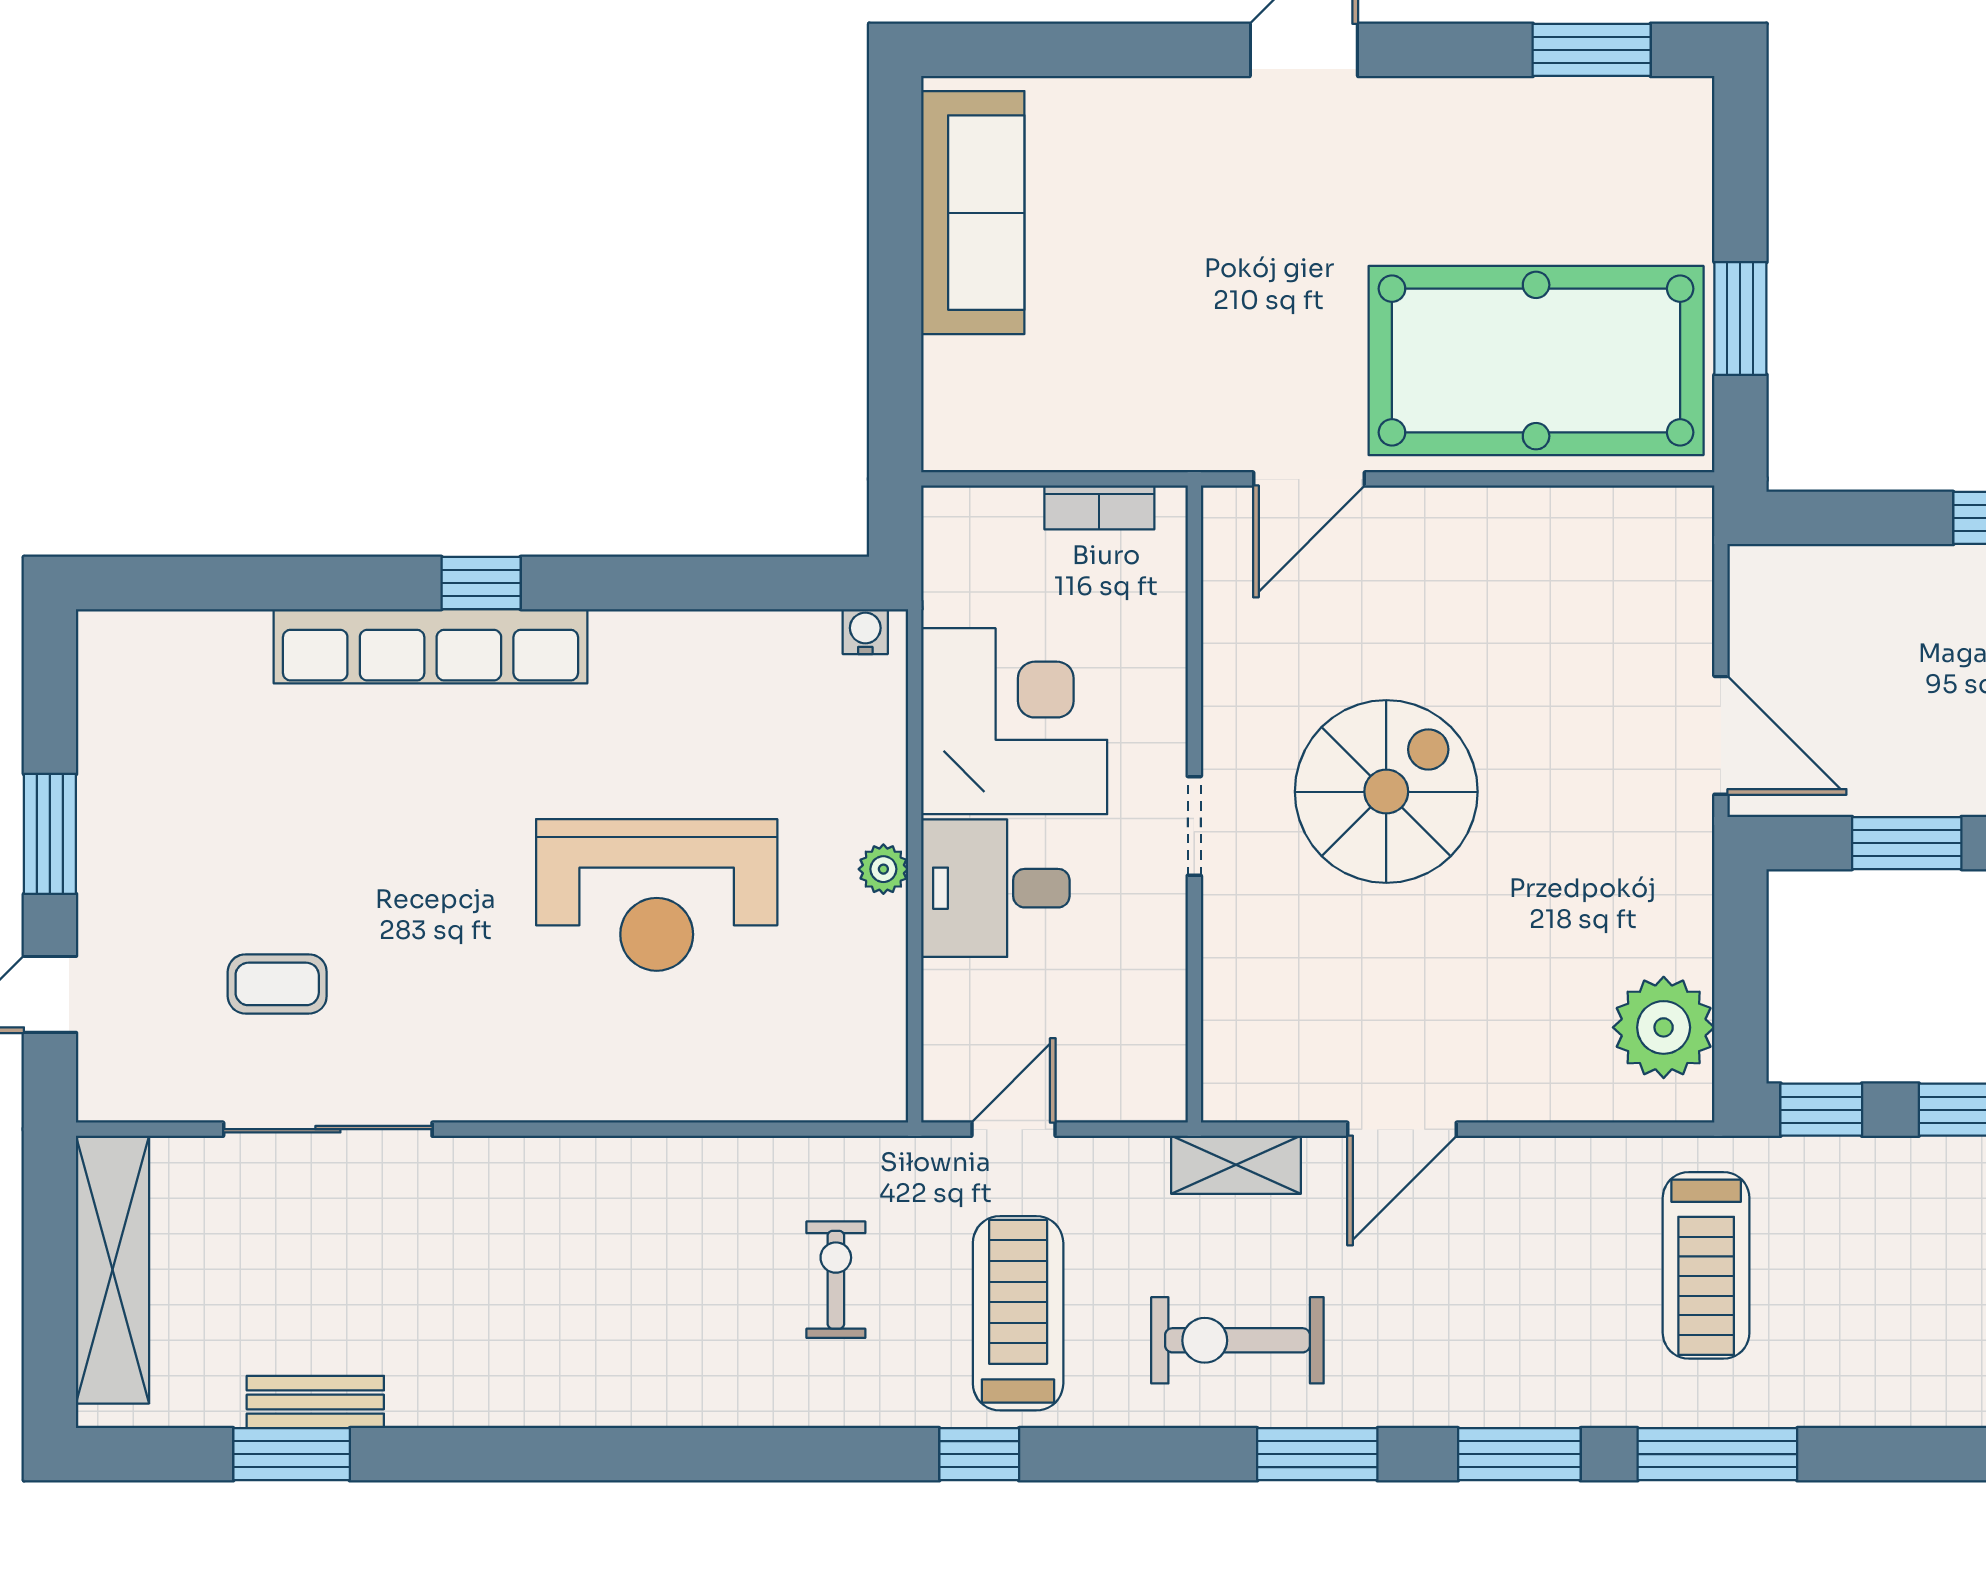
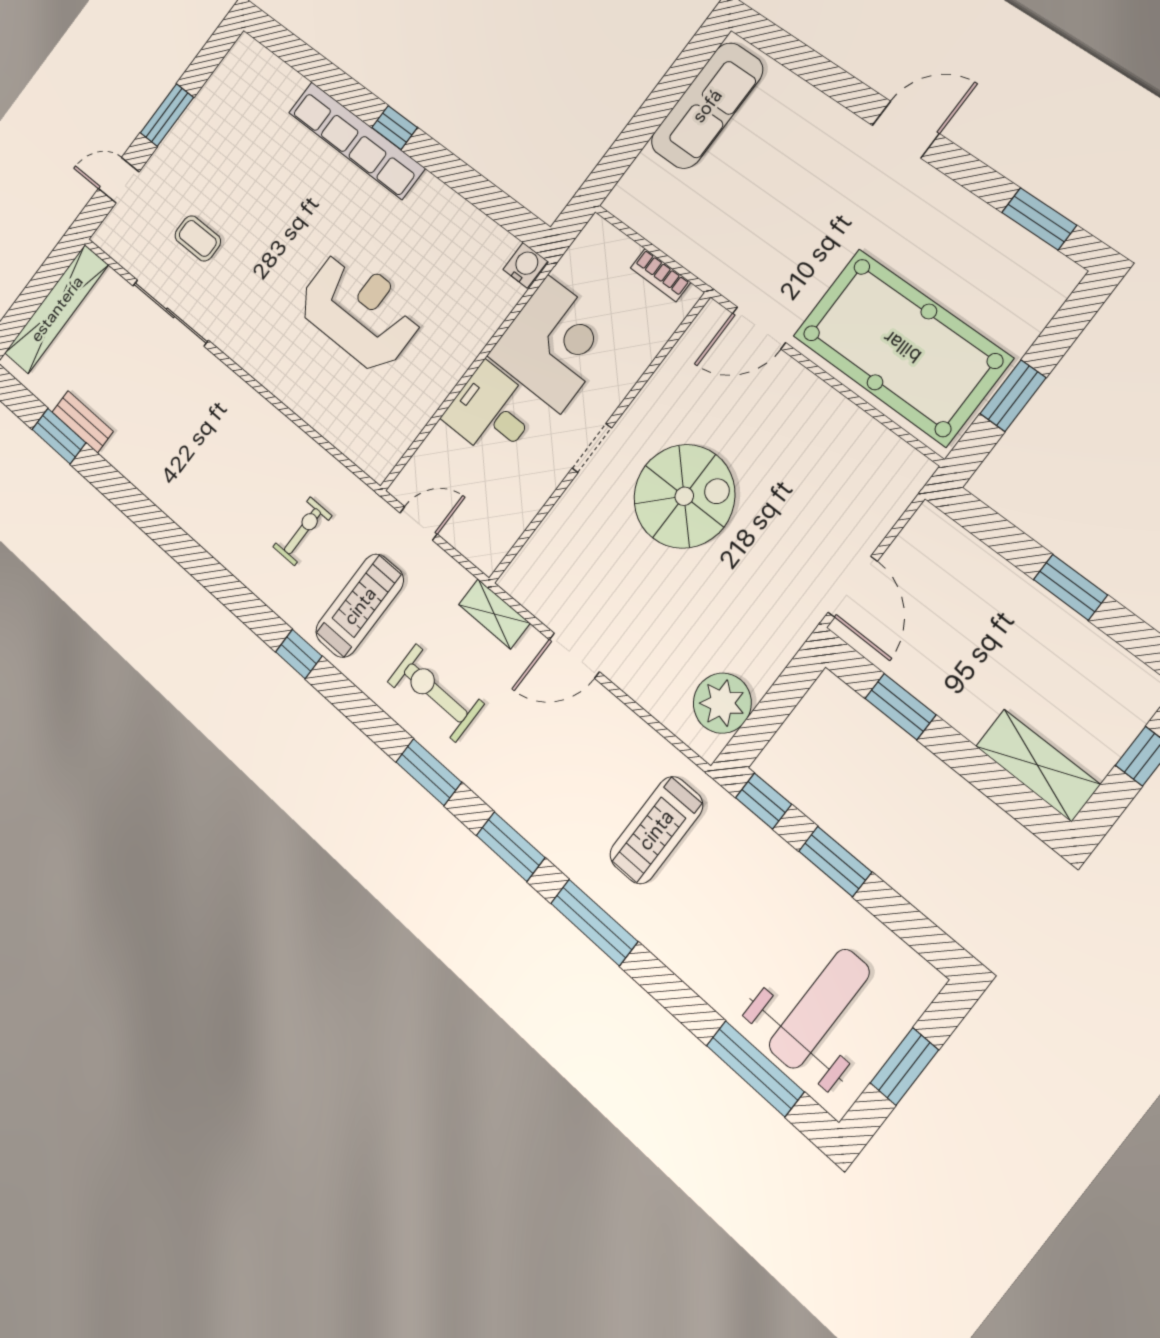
water cooler: (865, 632) -> (525, 265), width x1.38, depth x1.38
plant: (883, 869) -> (454, 368), removed
reception desk: (657, 895) -> (360, 311), turned 180

